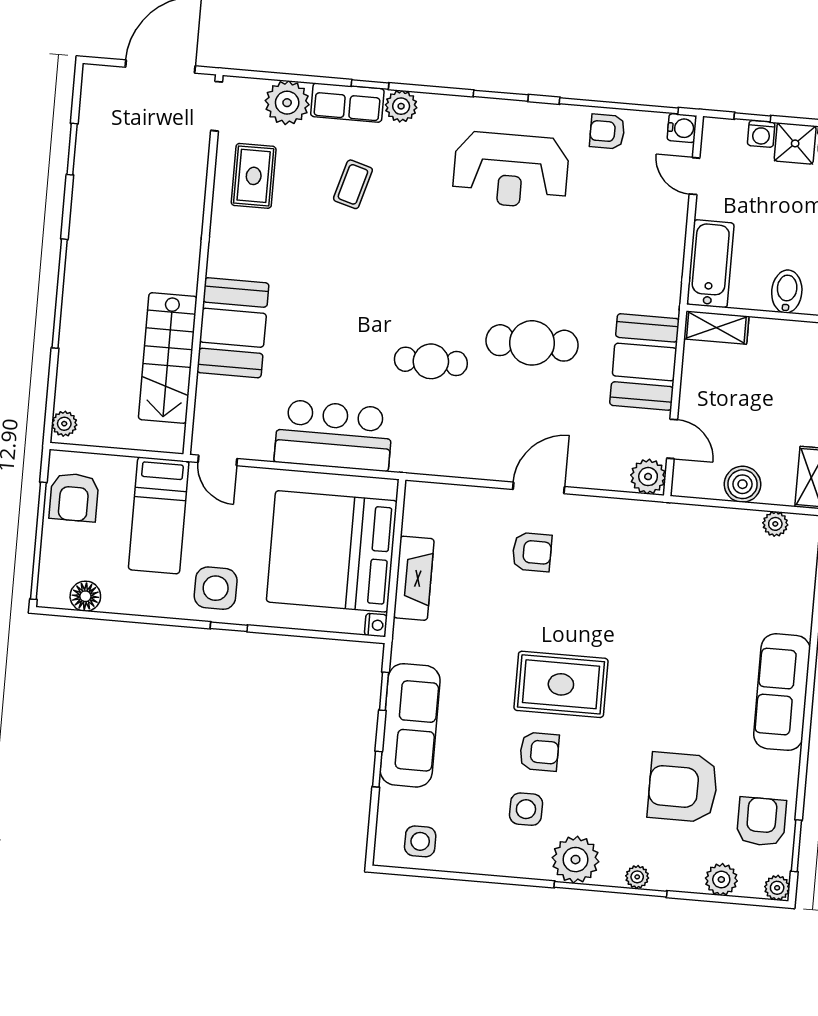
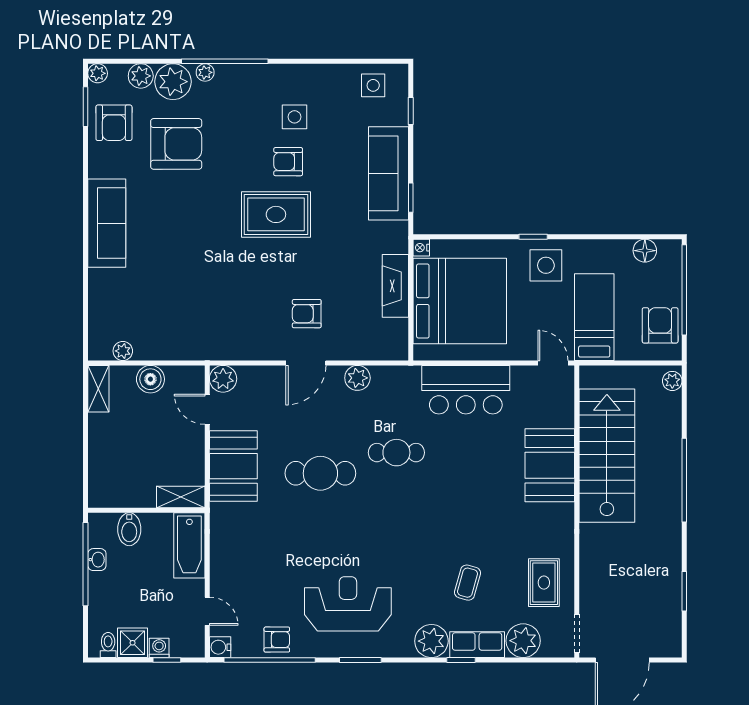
plant: (401, 106) -> (431, 641), width x1.36, depth x1.36
stairs: (168, 358) -> (607, 456), width x1.36, depth x1.51
plant: (473, 463) -> (357, 378), added
window: (377, 769) -> (411, 111), moved
plant: (575, 860) -> (173, 82), moved

